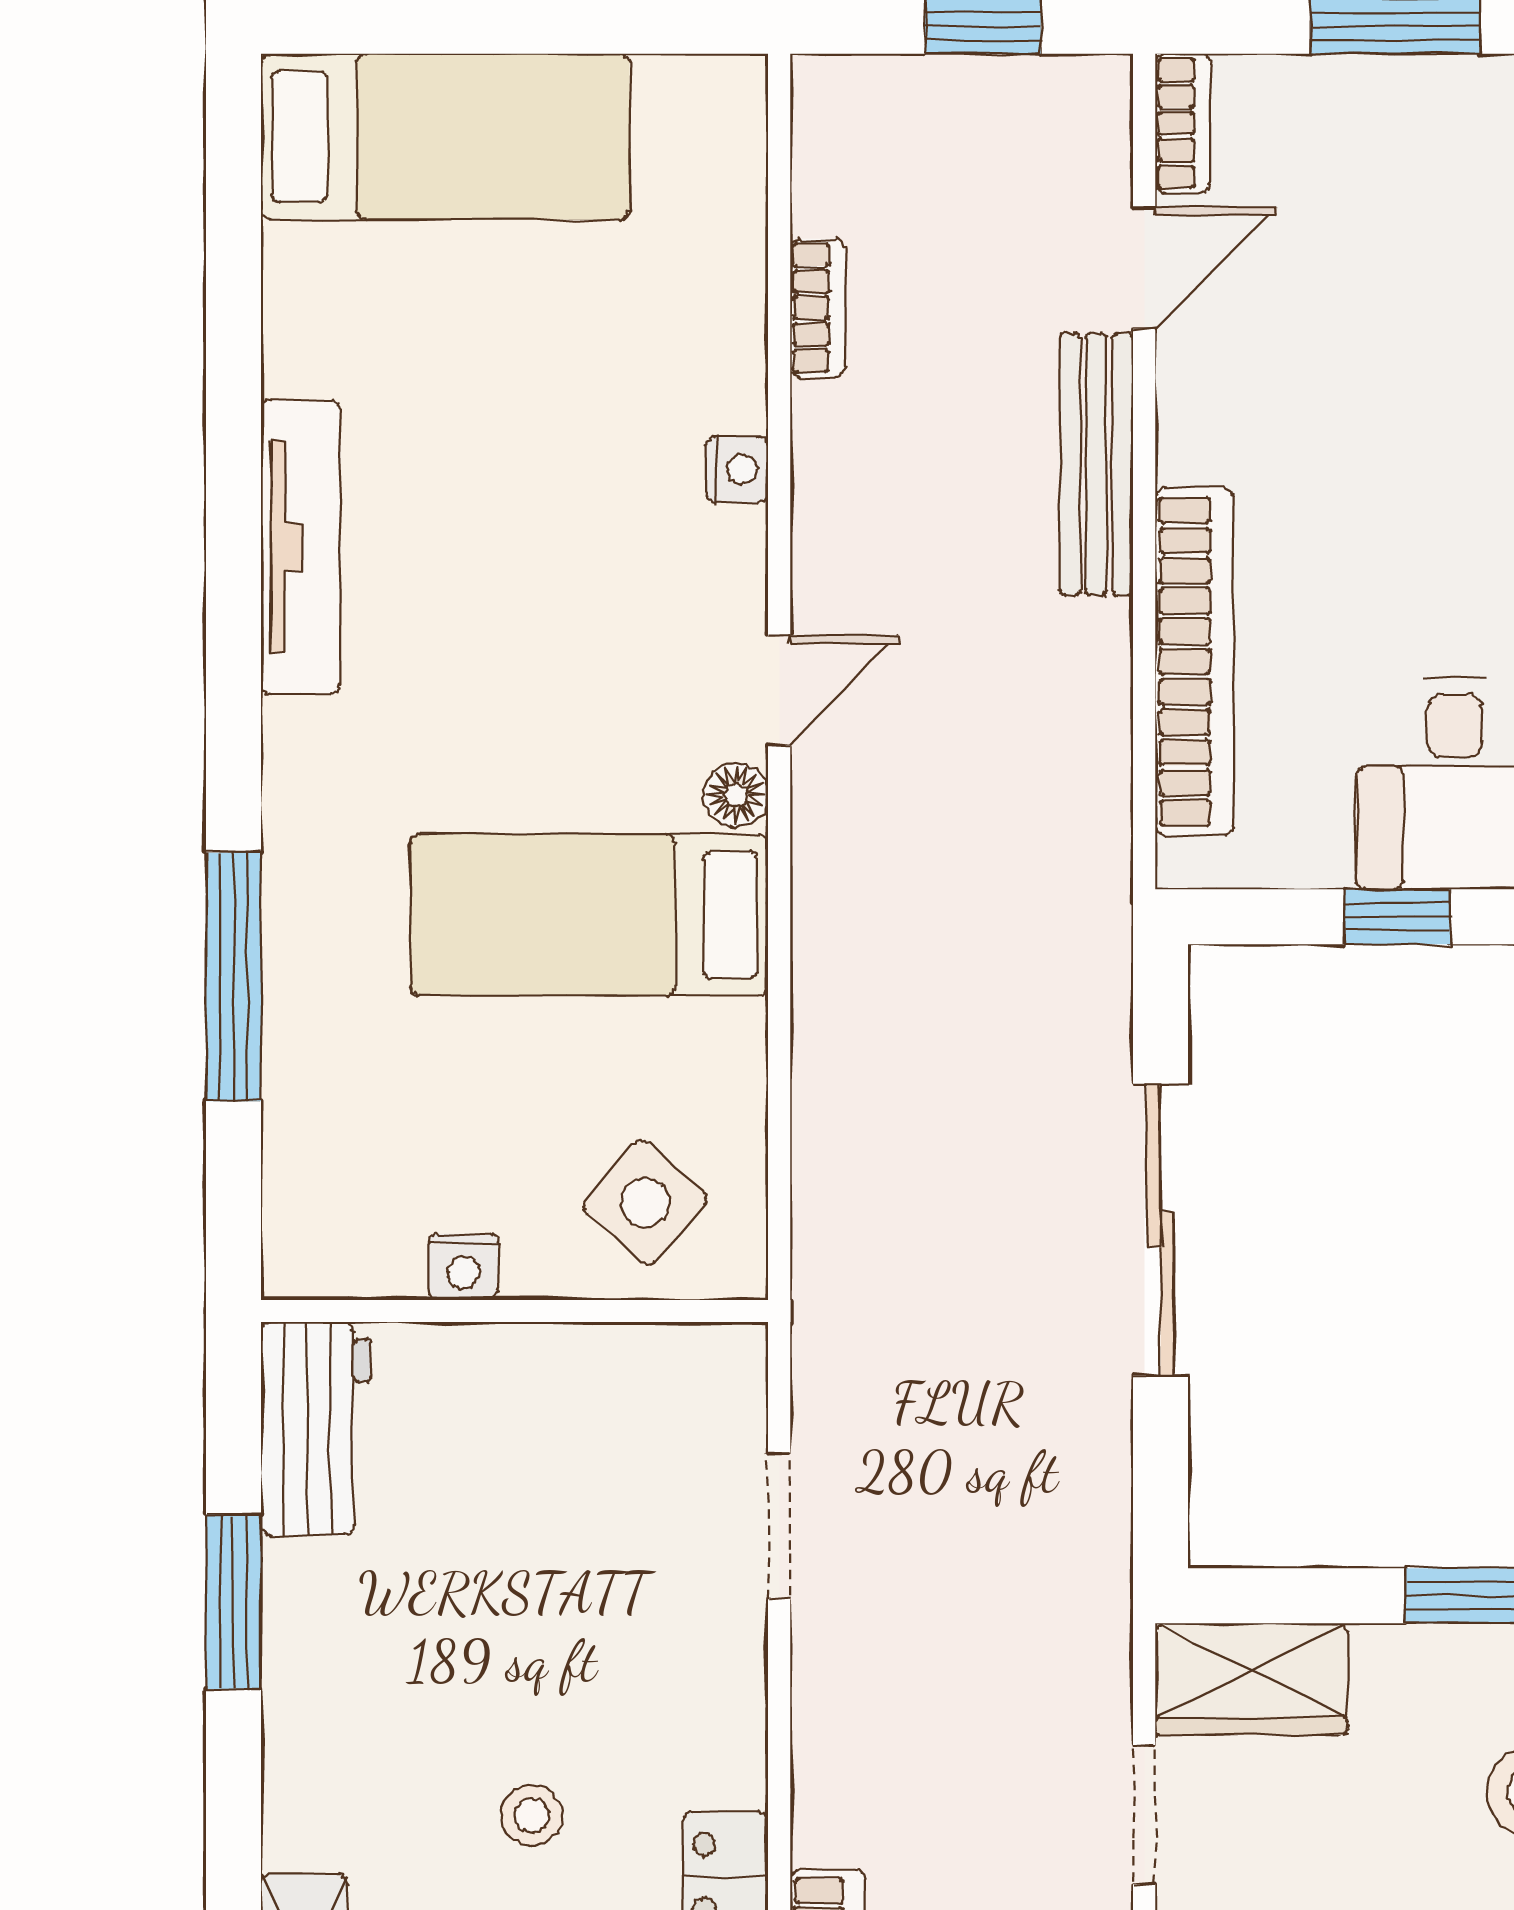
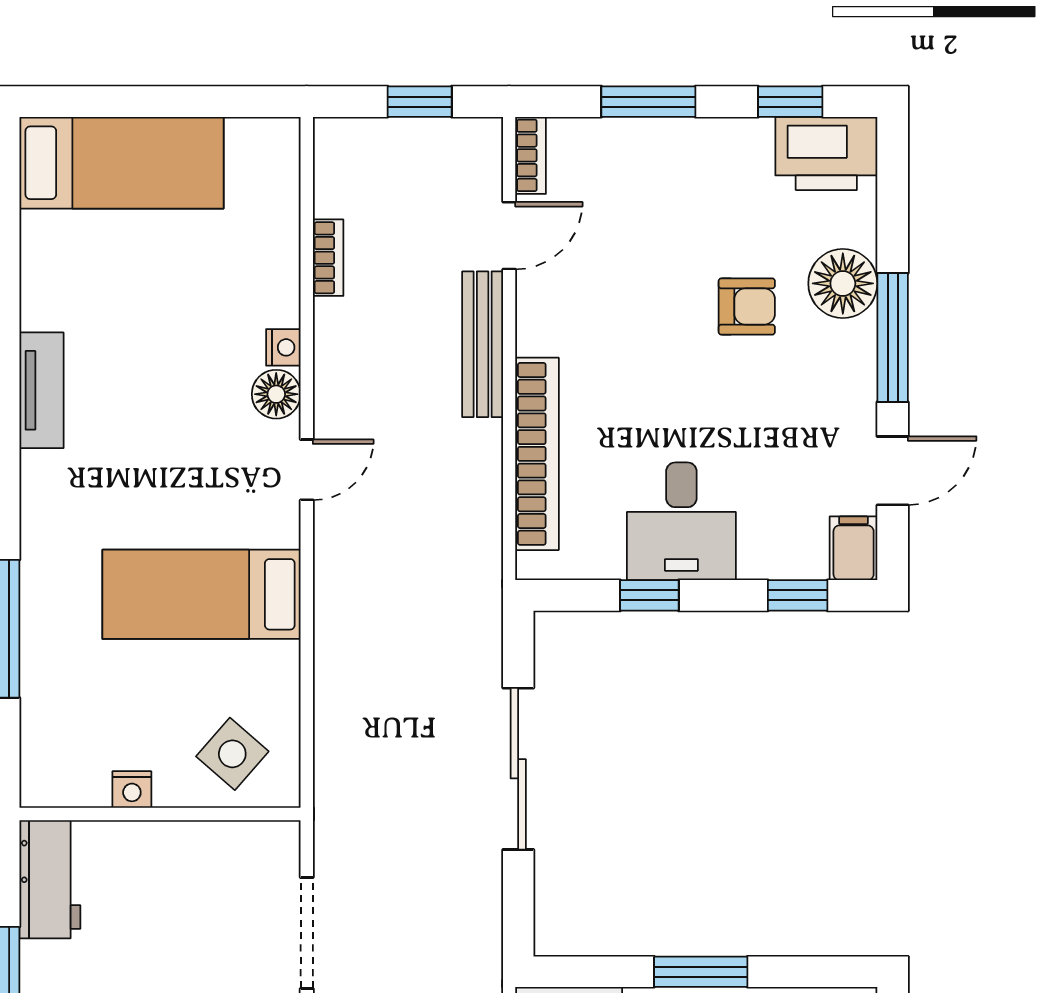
tv unit: (301, 547) -> (41, 390), width x0.71
floor lamp: (736, 795) -> (276, 394), moved, width x1.37, depth x1.37
doorway: (779, 1526) -> (307, 933), width x1.38

